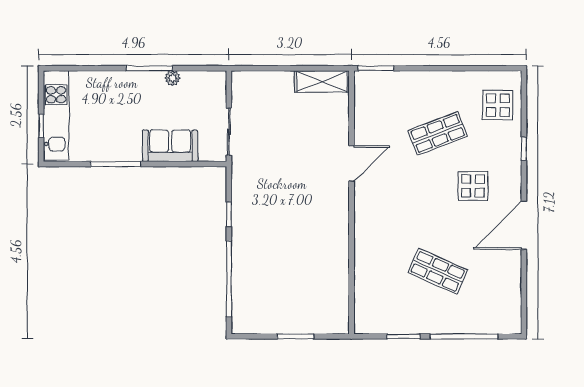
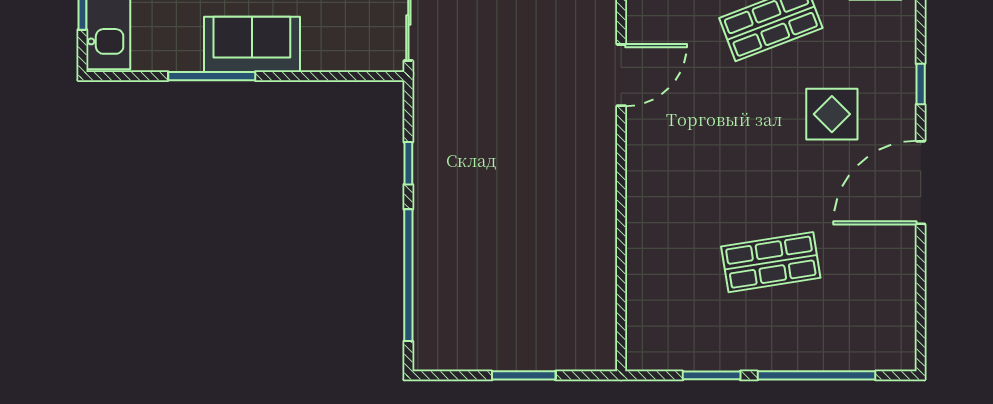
sofa: (170, 146) -> (252, 44), moved
window: (524, 148) -> (921, 84), moved
shop shelf: (438, 271) -> (771, 262), turned -33

